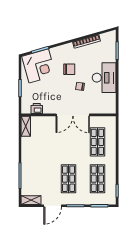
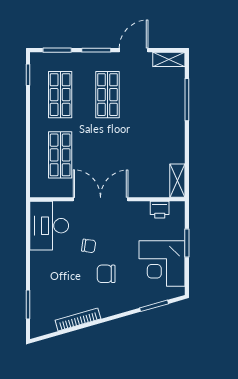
corner desk: (39, 66) -> (162, 263), moved, turned -74
desk: (104, 78) -> (49, 226), moved

